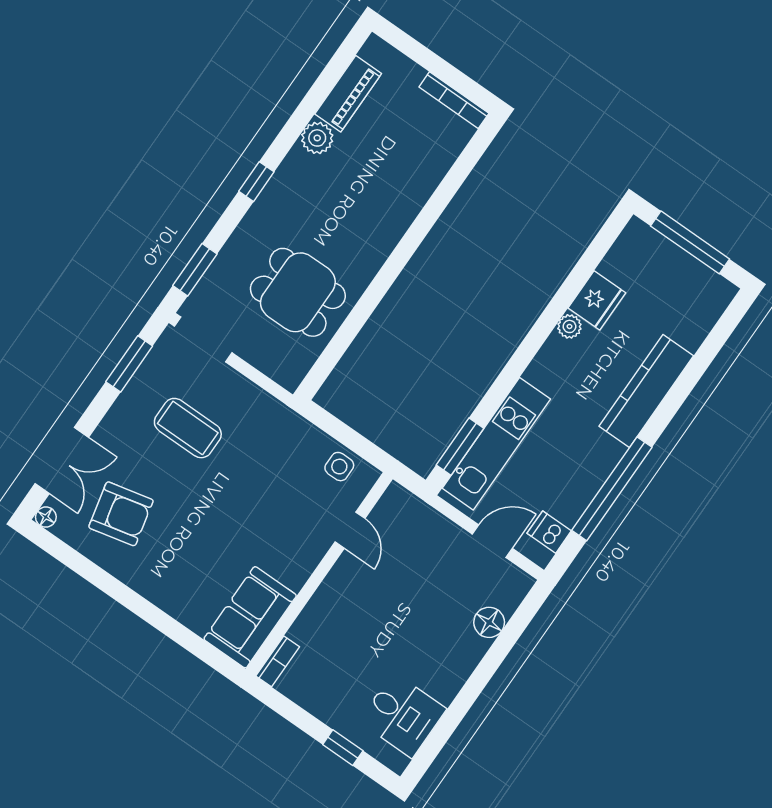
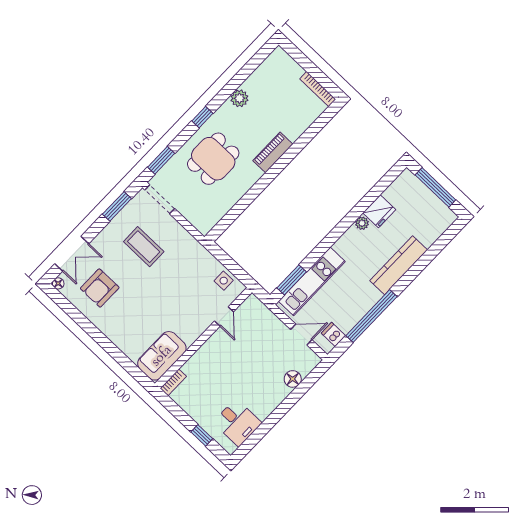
piano: (348, 94) -> (273, 152), moved, turned 180
dining table: (298, 292) -> (213, 159), moved, turned 90
armchair: (121, 514) -> (100, 288), turned 103

